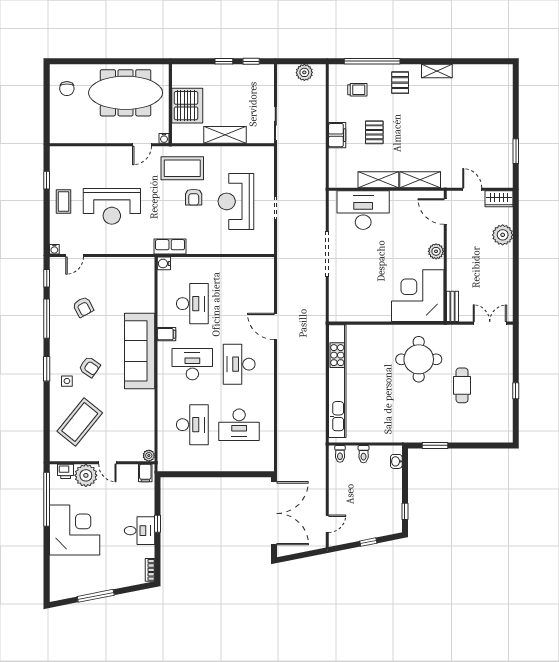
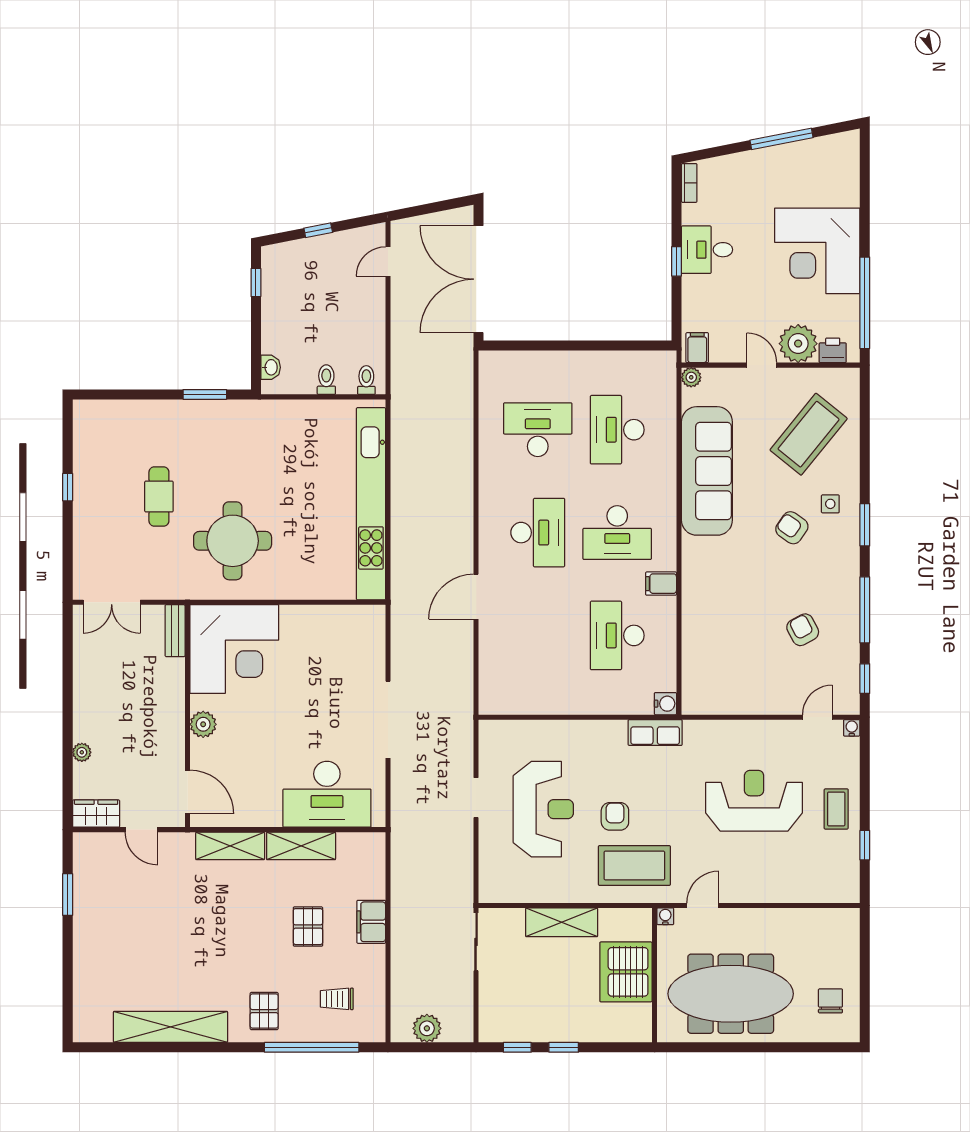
shelving: (437, 71) -> (170, 1027), width x2.20, depth x1.33
plant: (503, 235) -> (82, 752), width x0.53, depth x0.53
door: (275, 326) -> (476, 597), swing flipped
sofa: (140, 351) -> (707, 471), moved

